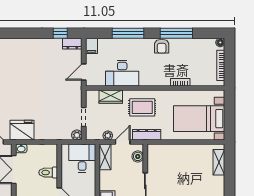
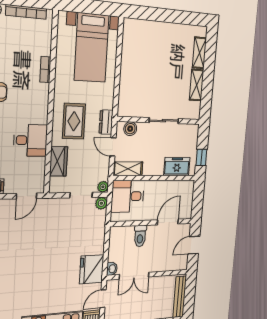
door: (84, 72) -> (26, 196), hinge flipped
desk: (122, 73) -> (30, 140), width x0.73
dresser: (147, 135) -> (106, 122), width x0.70
plant: (108, 136) -> (103, 187), moved
shelving: (219, 162) -> (144, 27), removed

